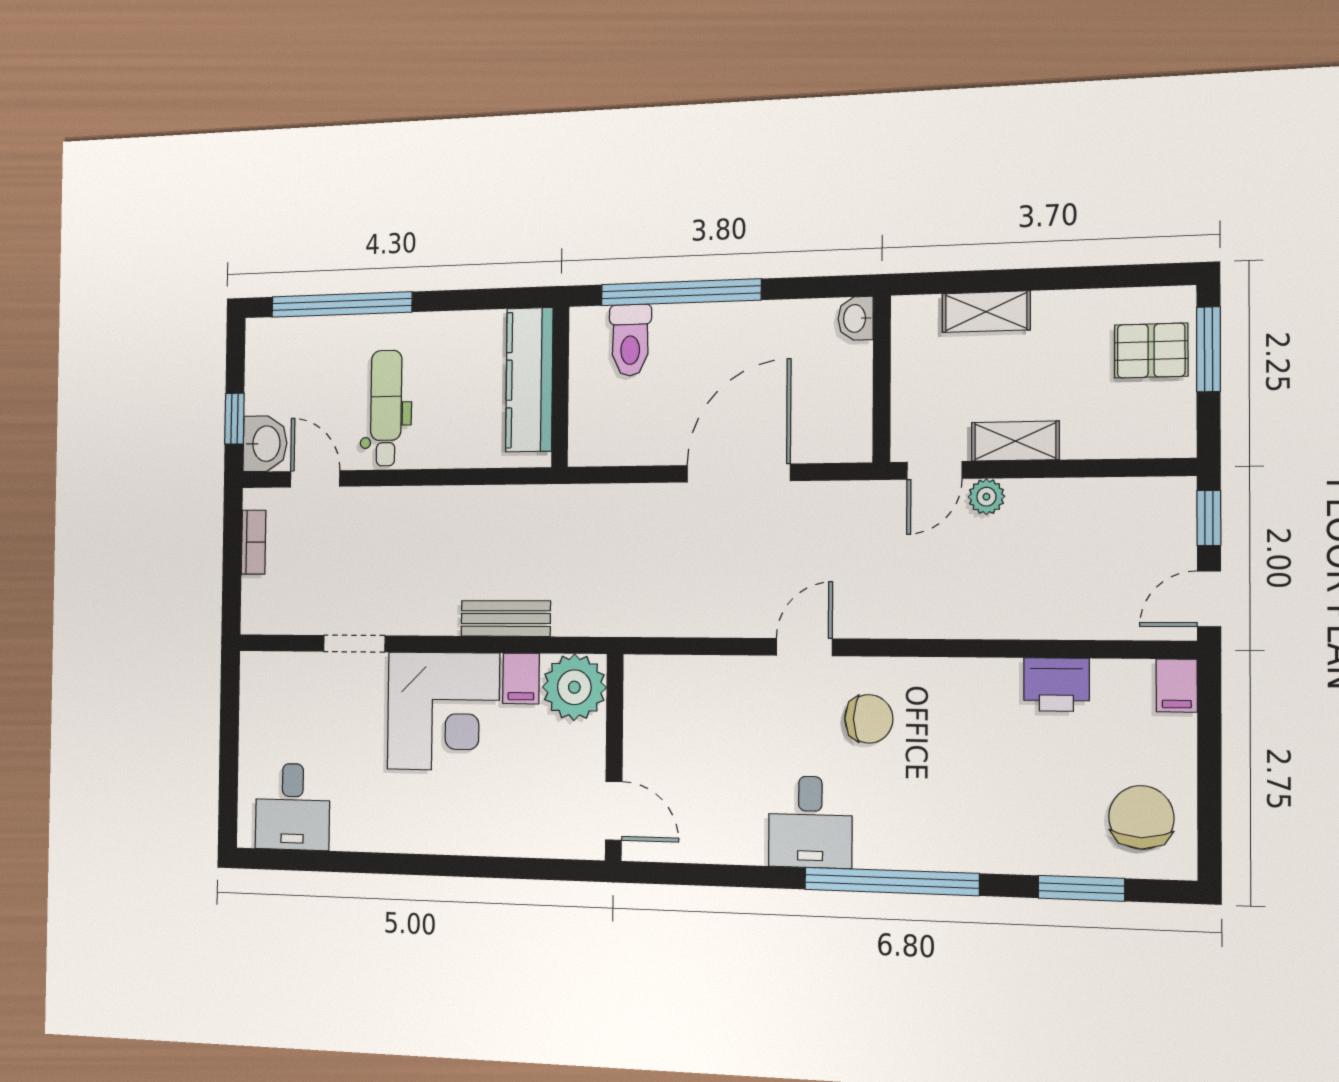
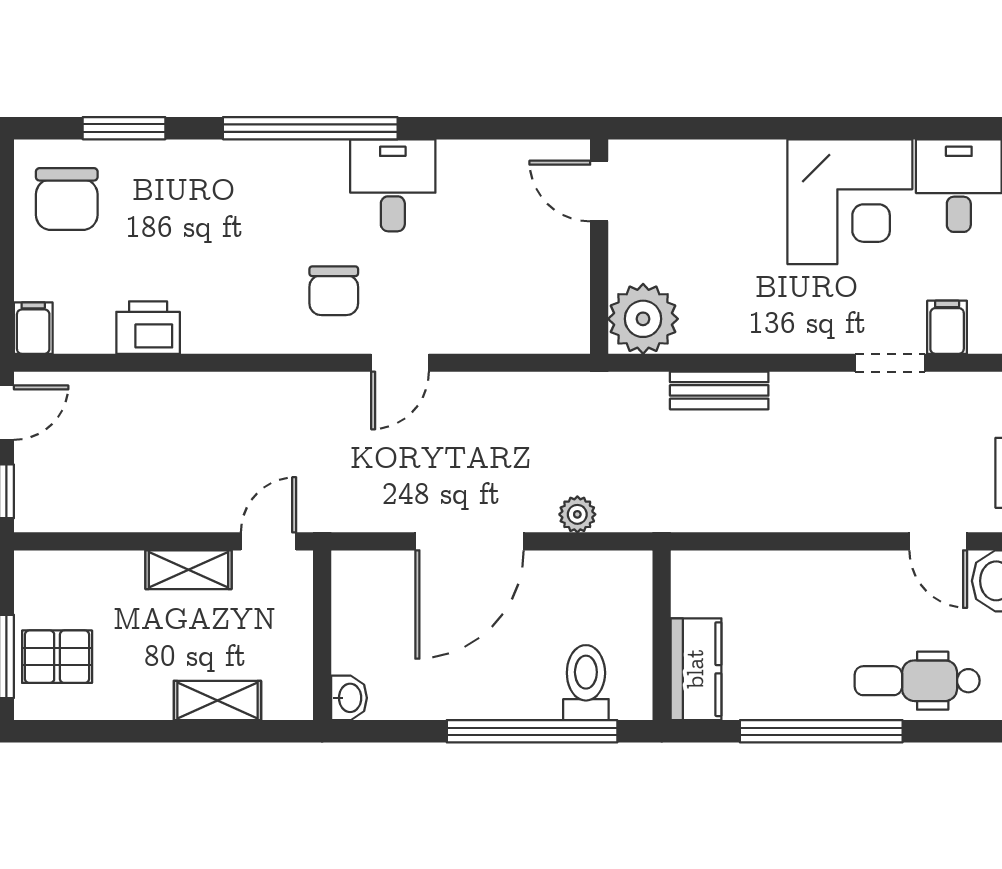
window: (342, 304) -> (821, 731), moved
kitchen counter: (529, 380) -> (696, 669), width x0.67
dental chair: (386, 408) -> (917, 681), moved, turned 90
plant: (986, 497) -> (577, 514), moved
filing cabinet: (521, 679) -> (947, 327), moved
corner desk: (443, 711) -> (850, 202), moved, turned 180
chair: (869, 719) -> (334, 291), turned -90

